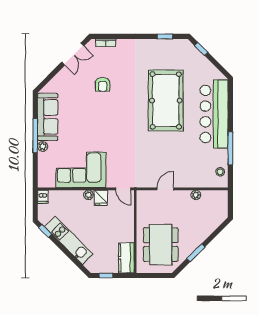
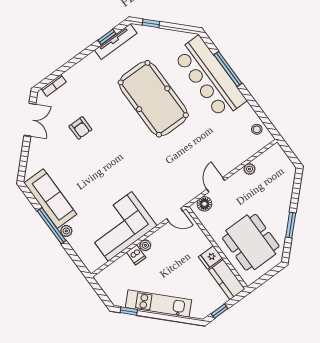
tv unit: (169, 44) -> (116, 42), added
window: (230, 148) -> (228, 69), moved
floor lamp: (148, 196) -> (204, 204), added
dishwasher: (43, 197) -> (136, 255), moved
fridge: (101, 198) -> (210, 257), moved, turned 90

